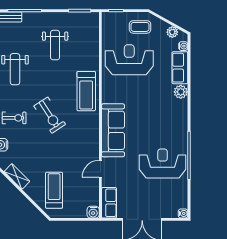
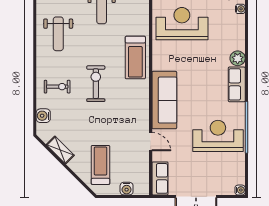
row of seats: (180, 68) -> (237, 84), moved
exercise bike: (50, 115) -> (96, 84), turned -147
door: (100, 169) -> (151, 142), swing flipped
water cooler: (93, 212) -> (127, 189), moved

